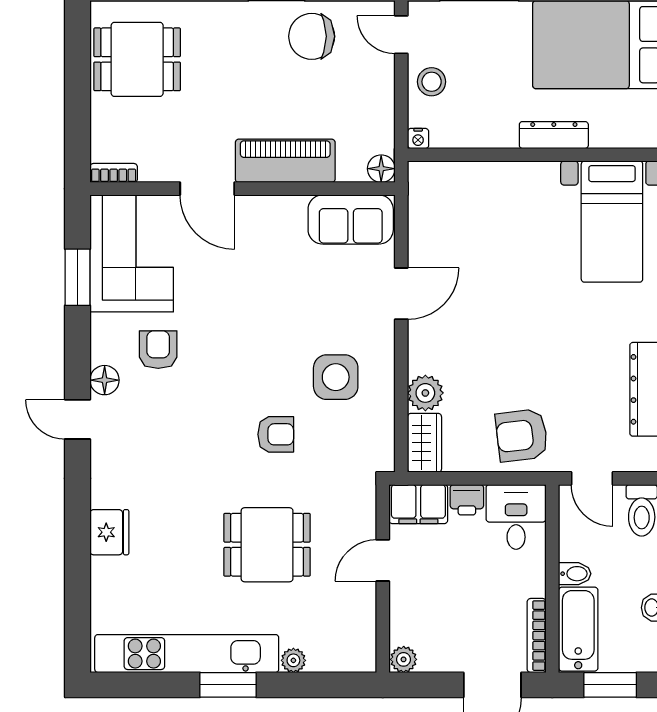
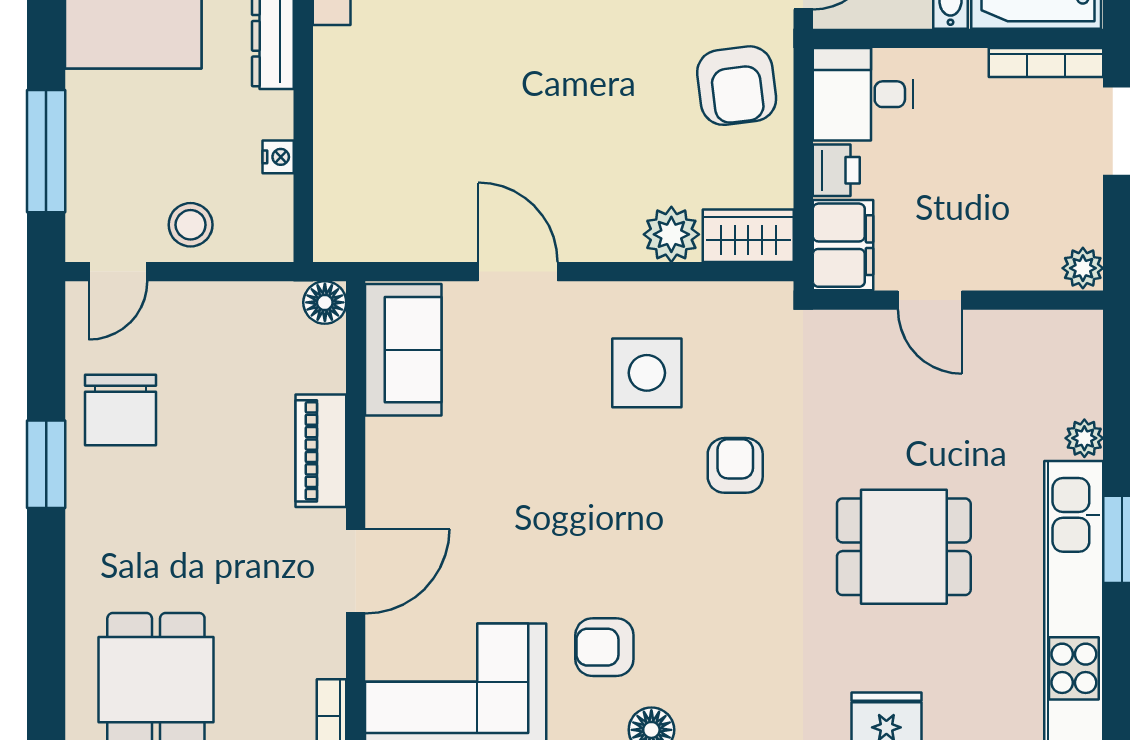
nightstand: (418, 138) -> (278, 157), moved
piano: (285, 161) -> (321, 451), width x0.73, depth x0.75
dining table: (267, 545) -> (904, 547), moved, turned 90

